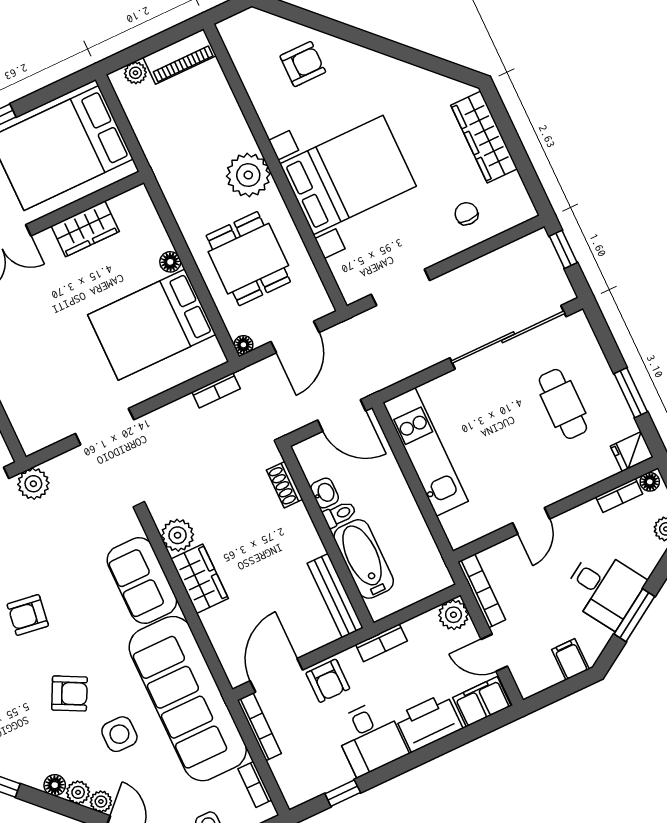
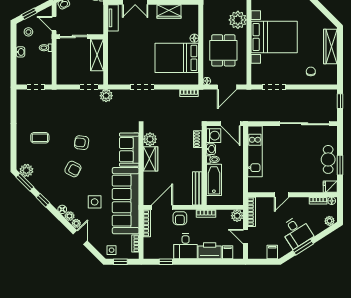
cafe table: (563, 404) -> (328, 159), moved
washing machine: (316, 460) -> (214, 136), added
armchair: (69, 693) -> (73, 169), moved
filing cabinet: (482, 702) -> (228, 252), width x0.50

